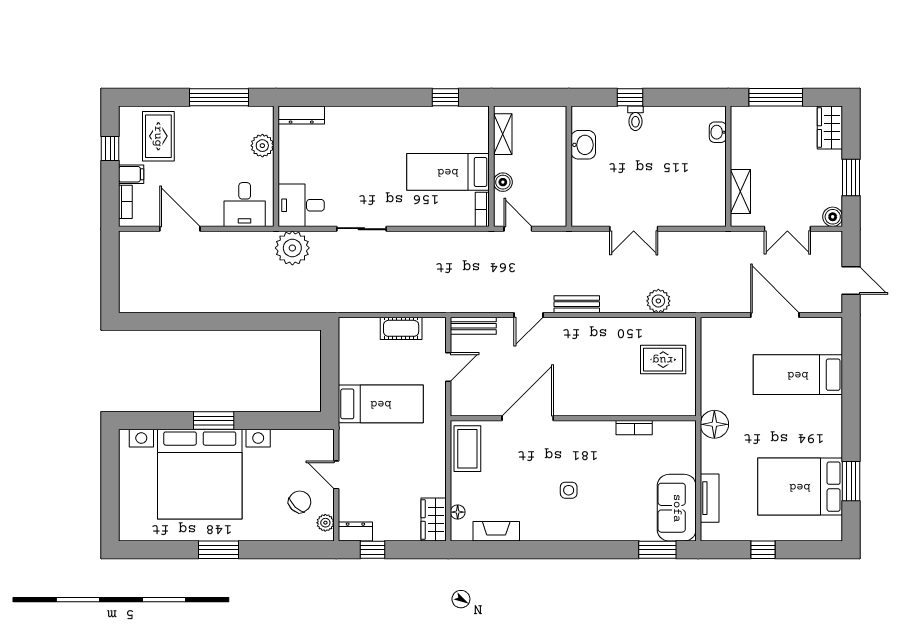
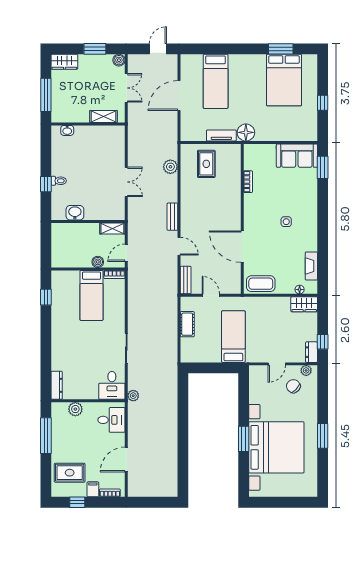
shelving: (503, 134) -> (112, 228), moved
plant: (292, 248) -> (133, 396), width x0.53, depth x0.53
tv unit: (710, 498) -> (221, 135), moved

